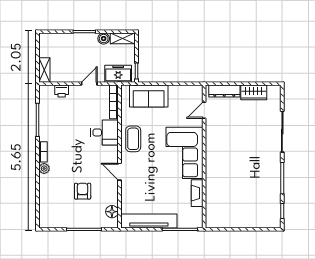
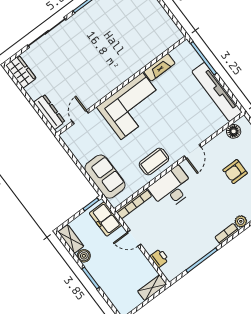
wardrobe: (254, 92) -> (21, 72), moved
door: (204, 110) -> (80, 117), swing flipped
desk: (105, 132) -> (172, 188), width x1.37

